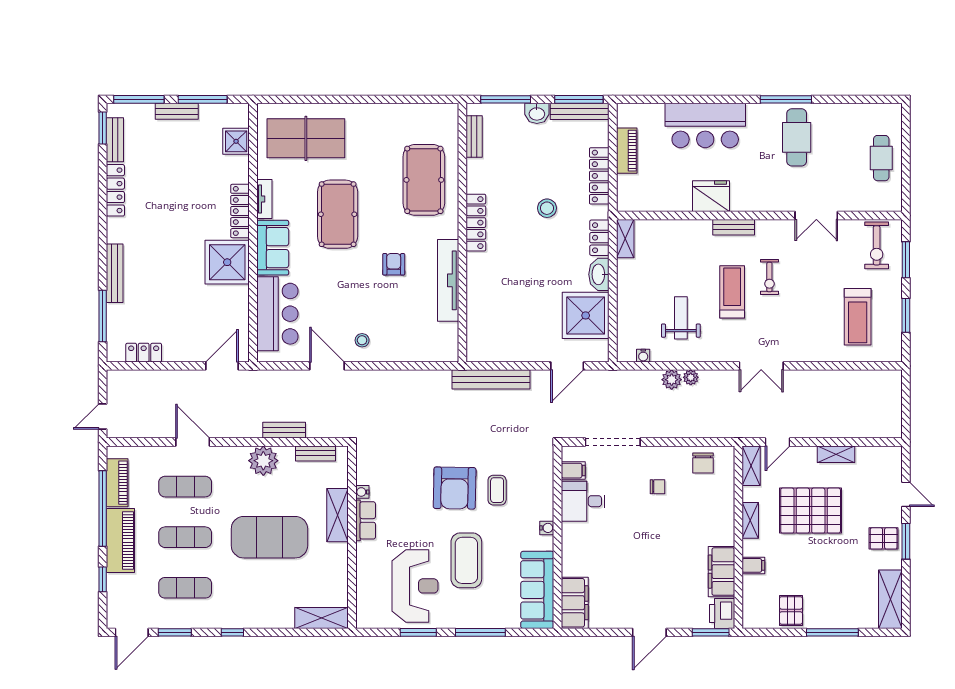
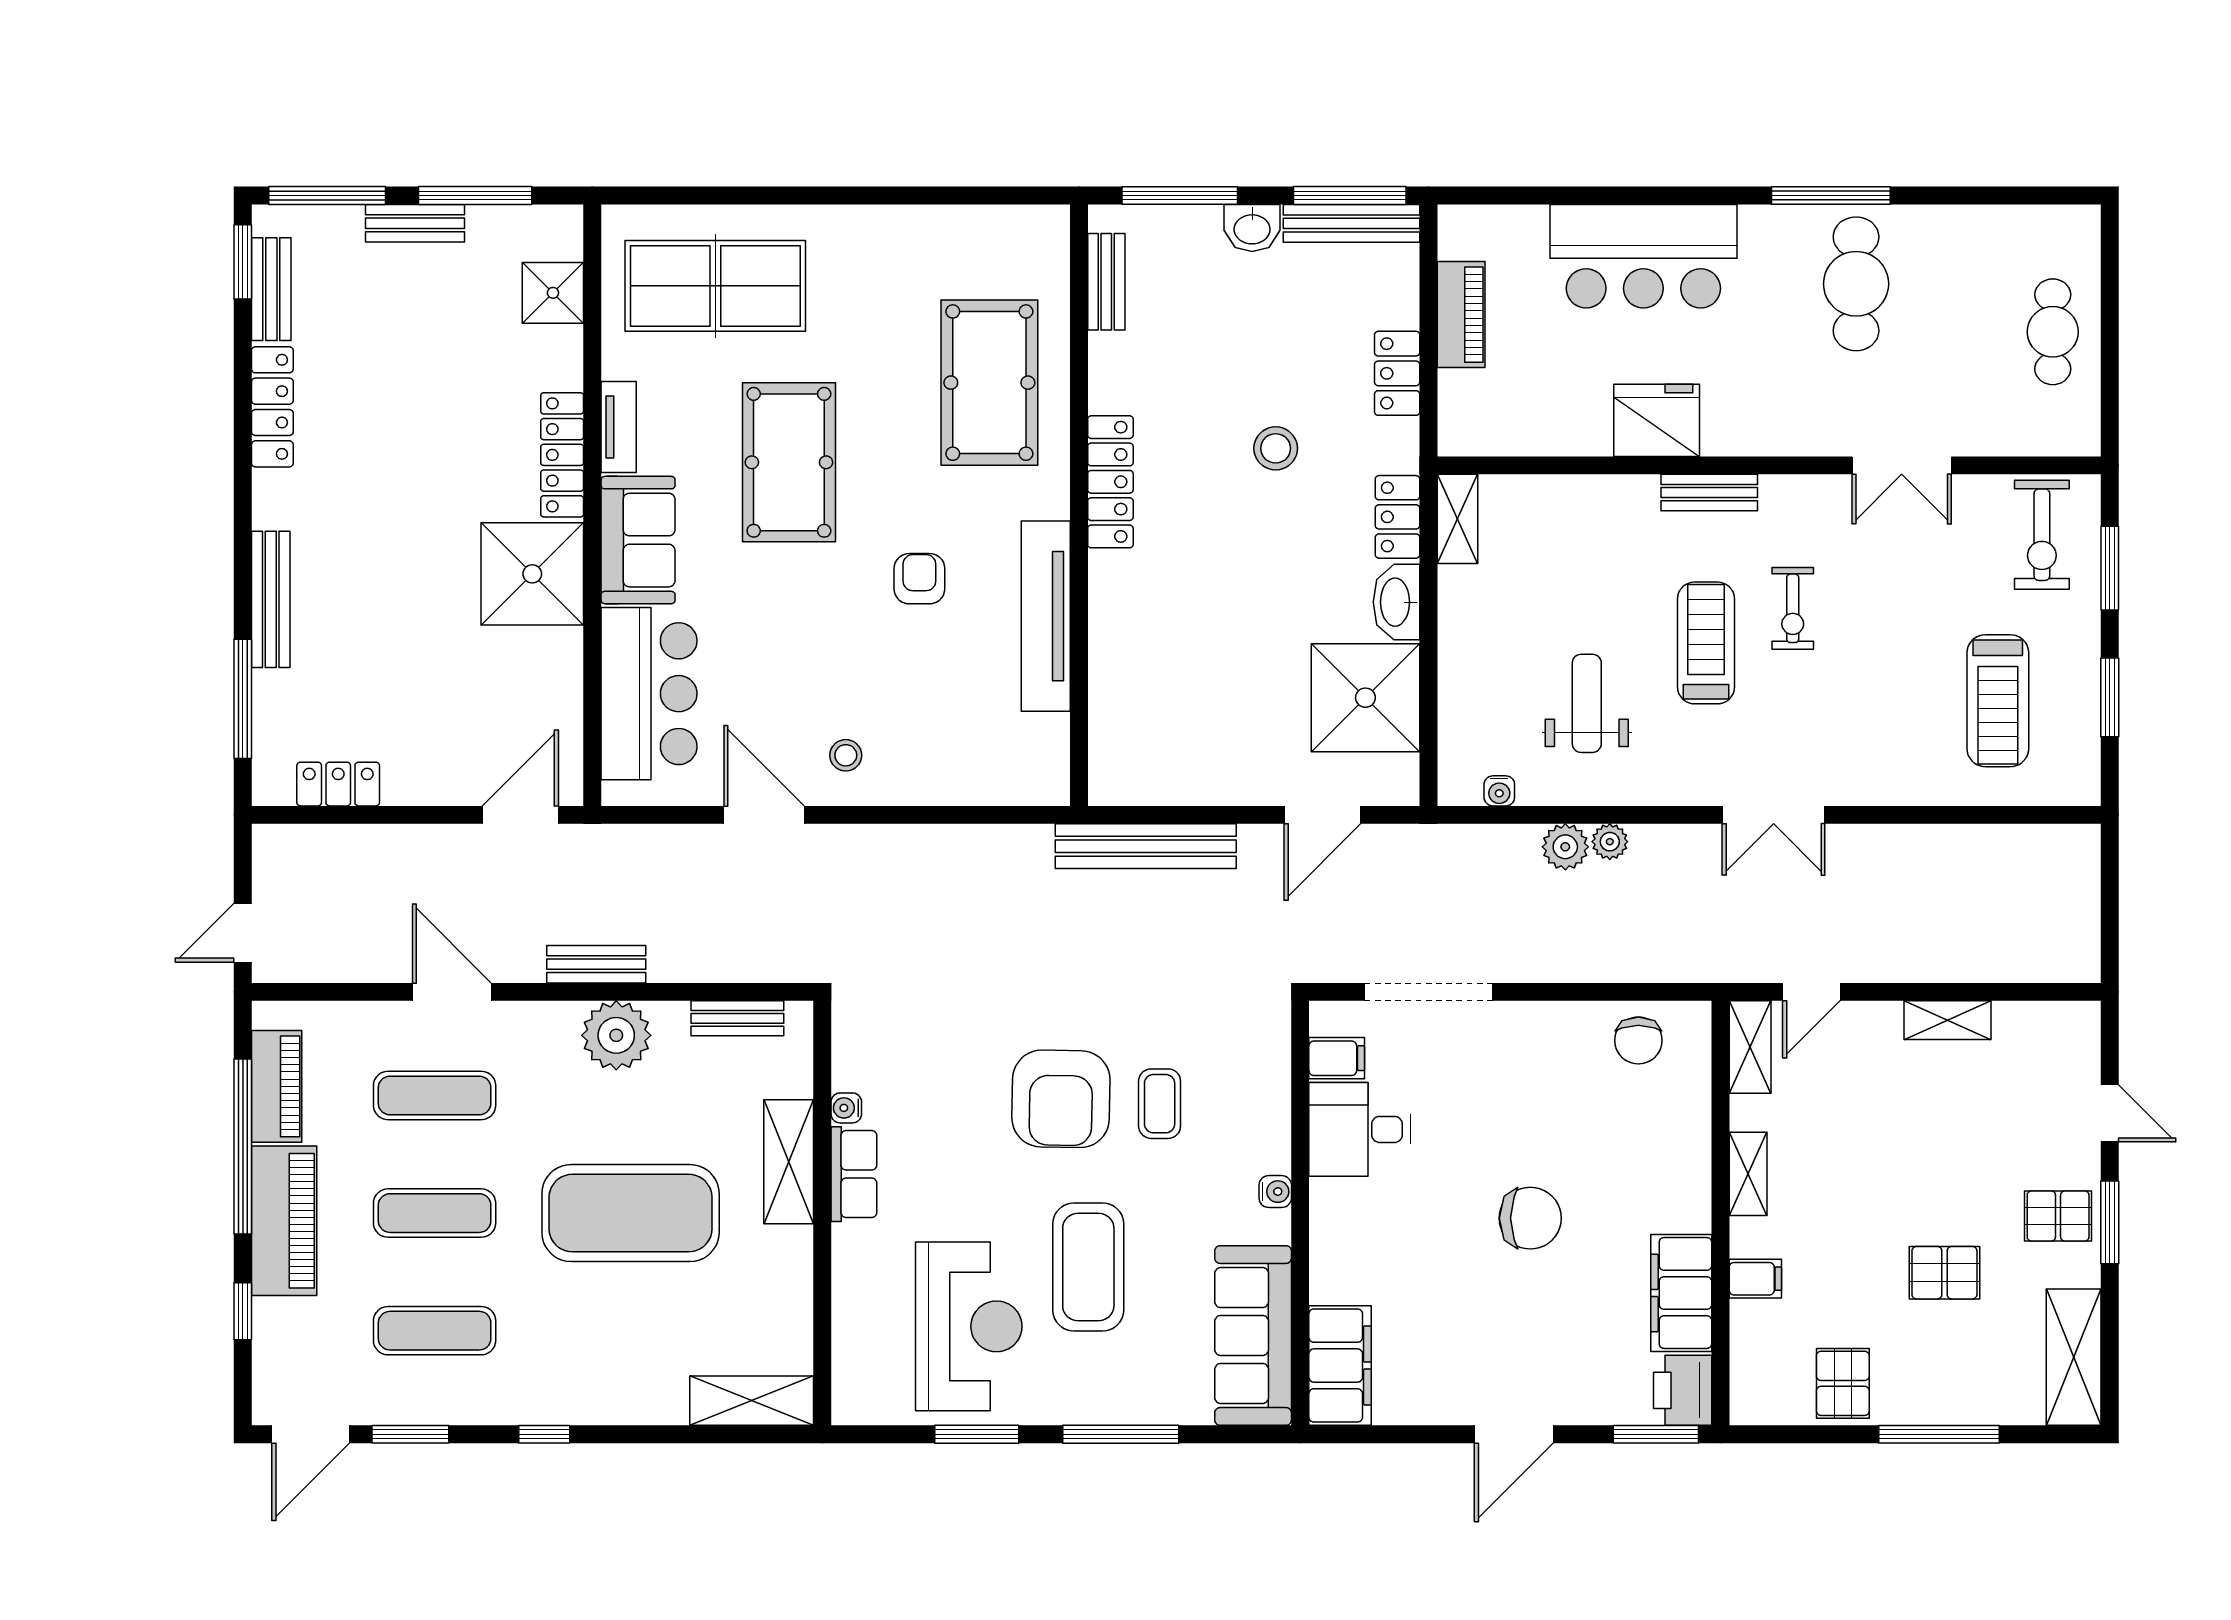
locker: (599, 176) -> (1397, 373), width x0.66
bench: (284, 430) -> (596, 964), moved
chair: (658, 487) -> (1530, 1218), moved, width x1.87, depth x1.87
pallet: (811, 511) -> (1944, 1273), moved, width x0.49, depth x0.50

